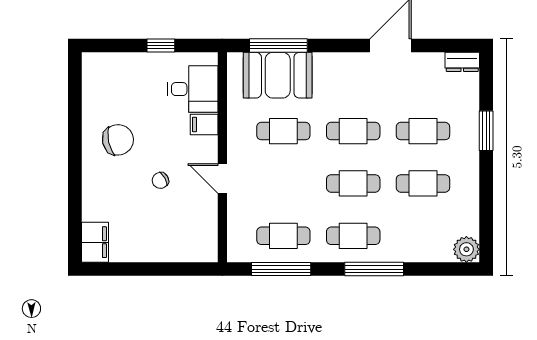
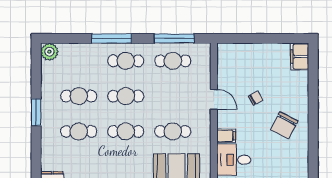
window: (486, 131) -> (36, 112), moved
chair: (118, 140) -> (284, 125), turned -51

